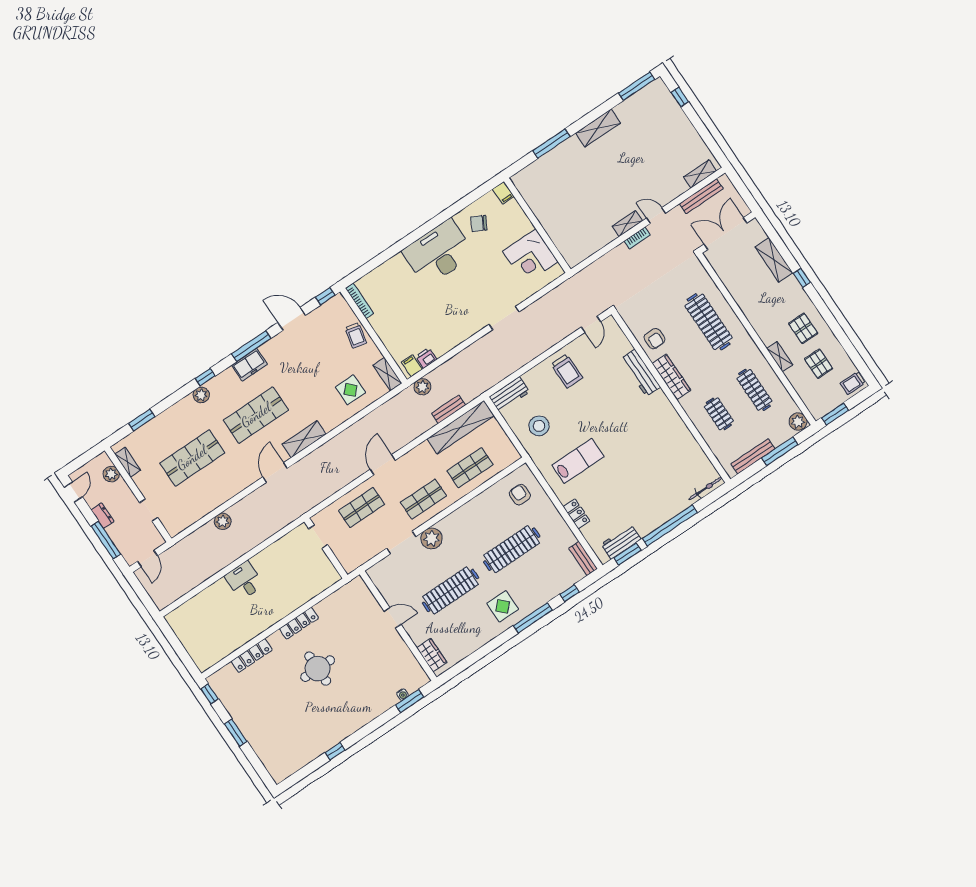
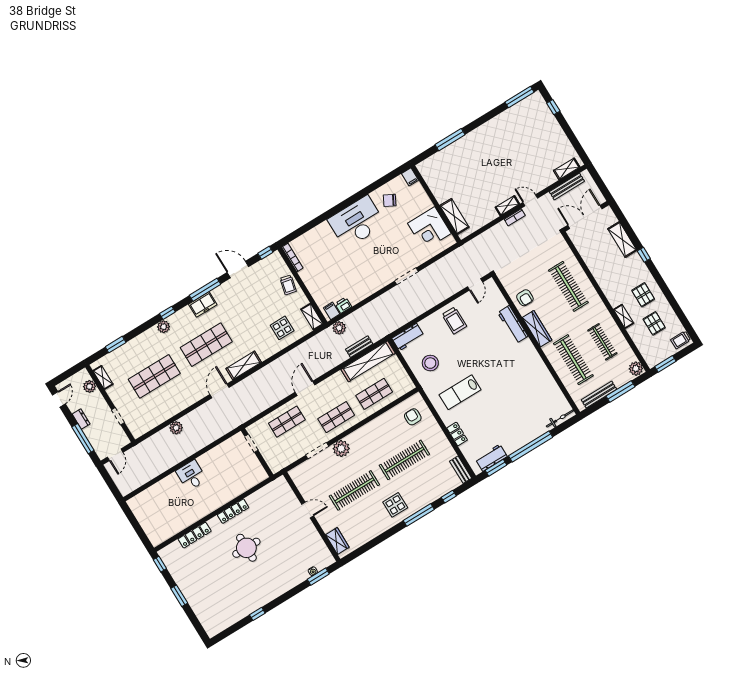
shelving: (598, 128) -> (454, 216), moved, turned 90
clothes rail: (719, 414) -> (573, 360), width x1.86, depth x1.31
lab bench: (578, 461) -> (460, 392), turned 180

